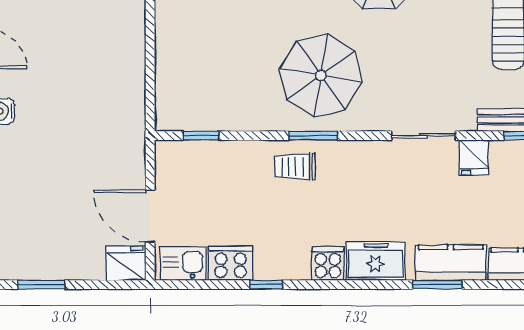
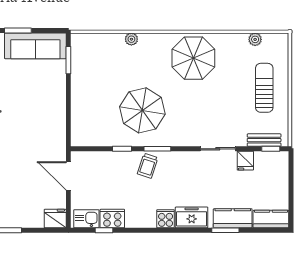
parasol: (321, 75) -> (142, 110), moved
window: (201, 136) -> (122, 149), moved
trolley: (295, 167) -> (148, 166), turned -72
door: (150, 216) -> (68, 176), moved
window: (266, 285) -> (104, 230), moved

